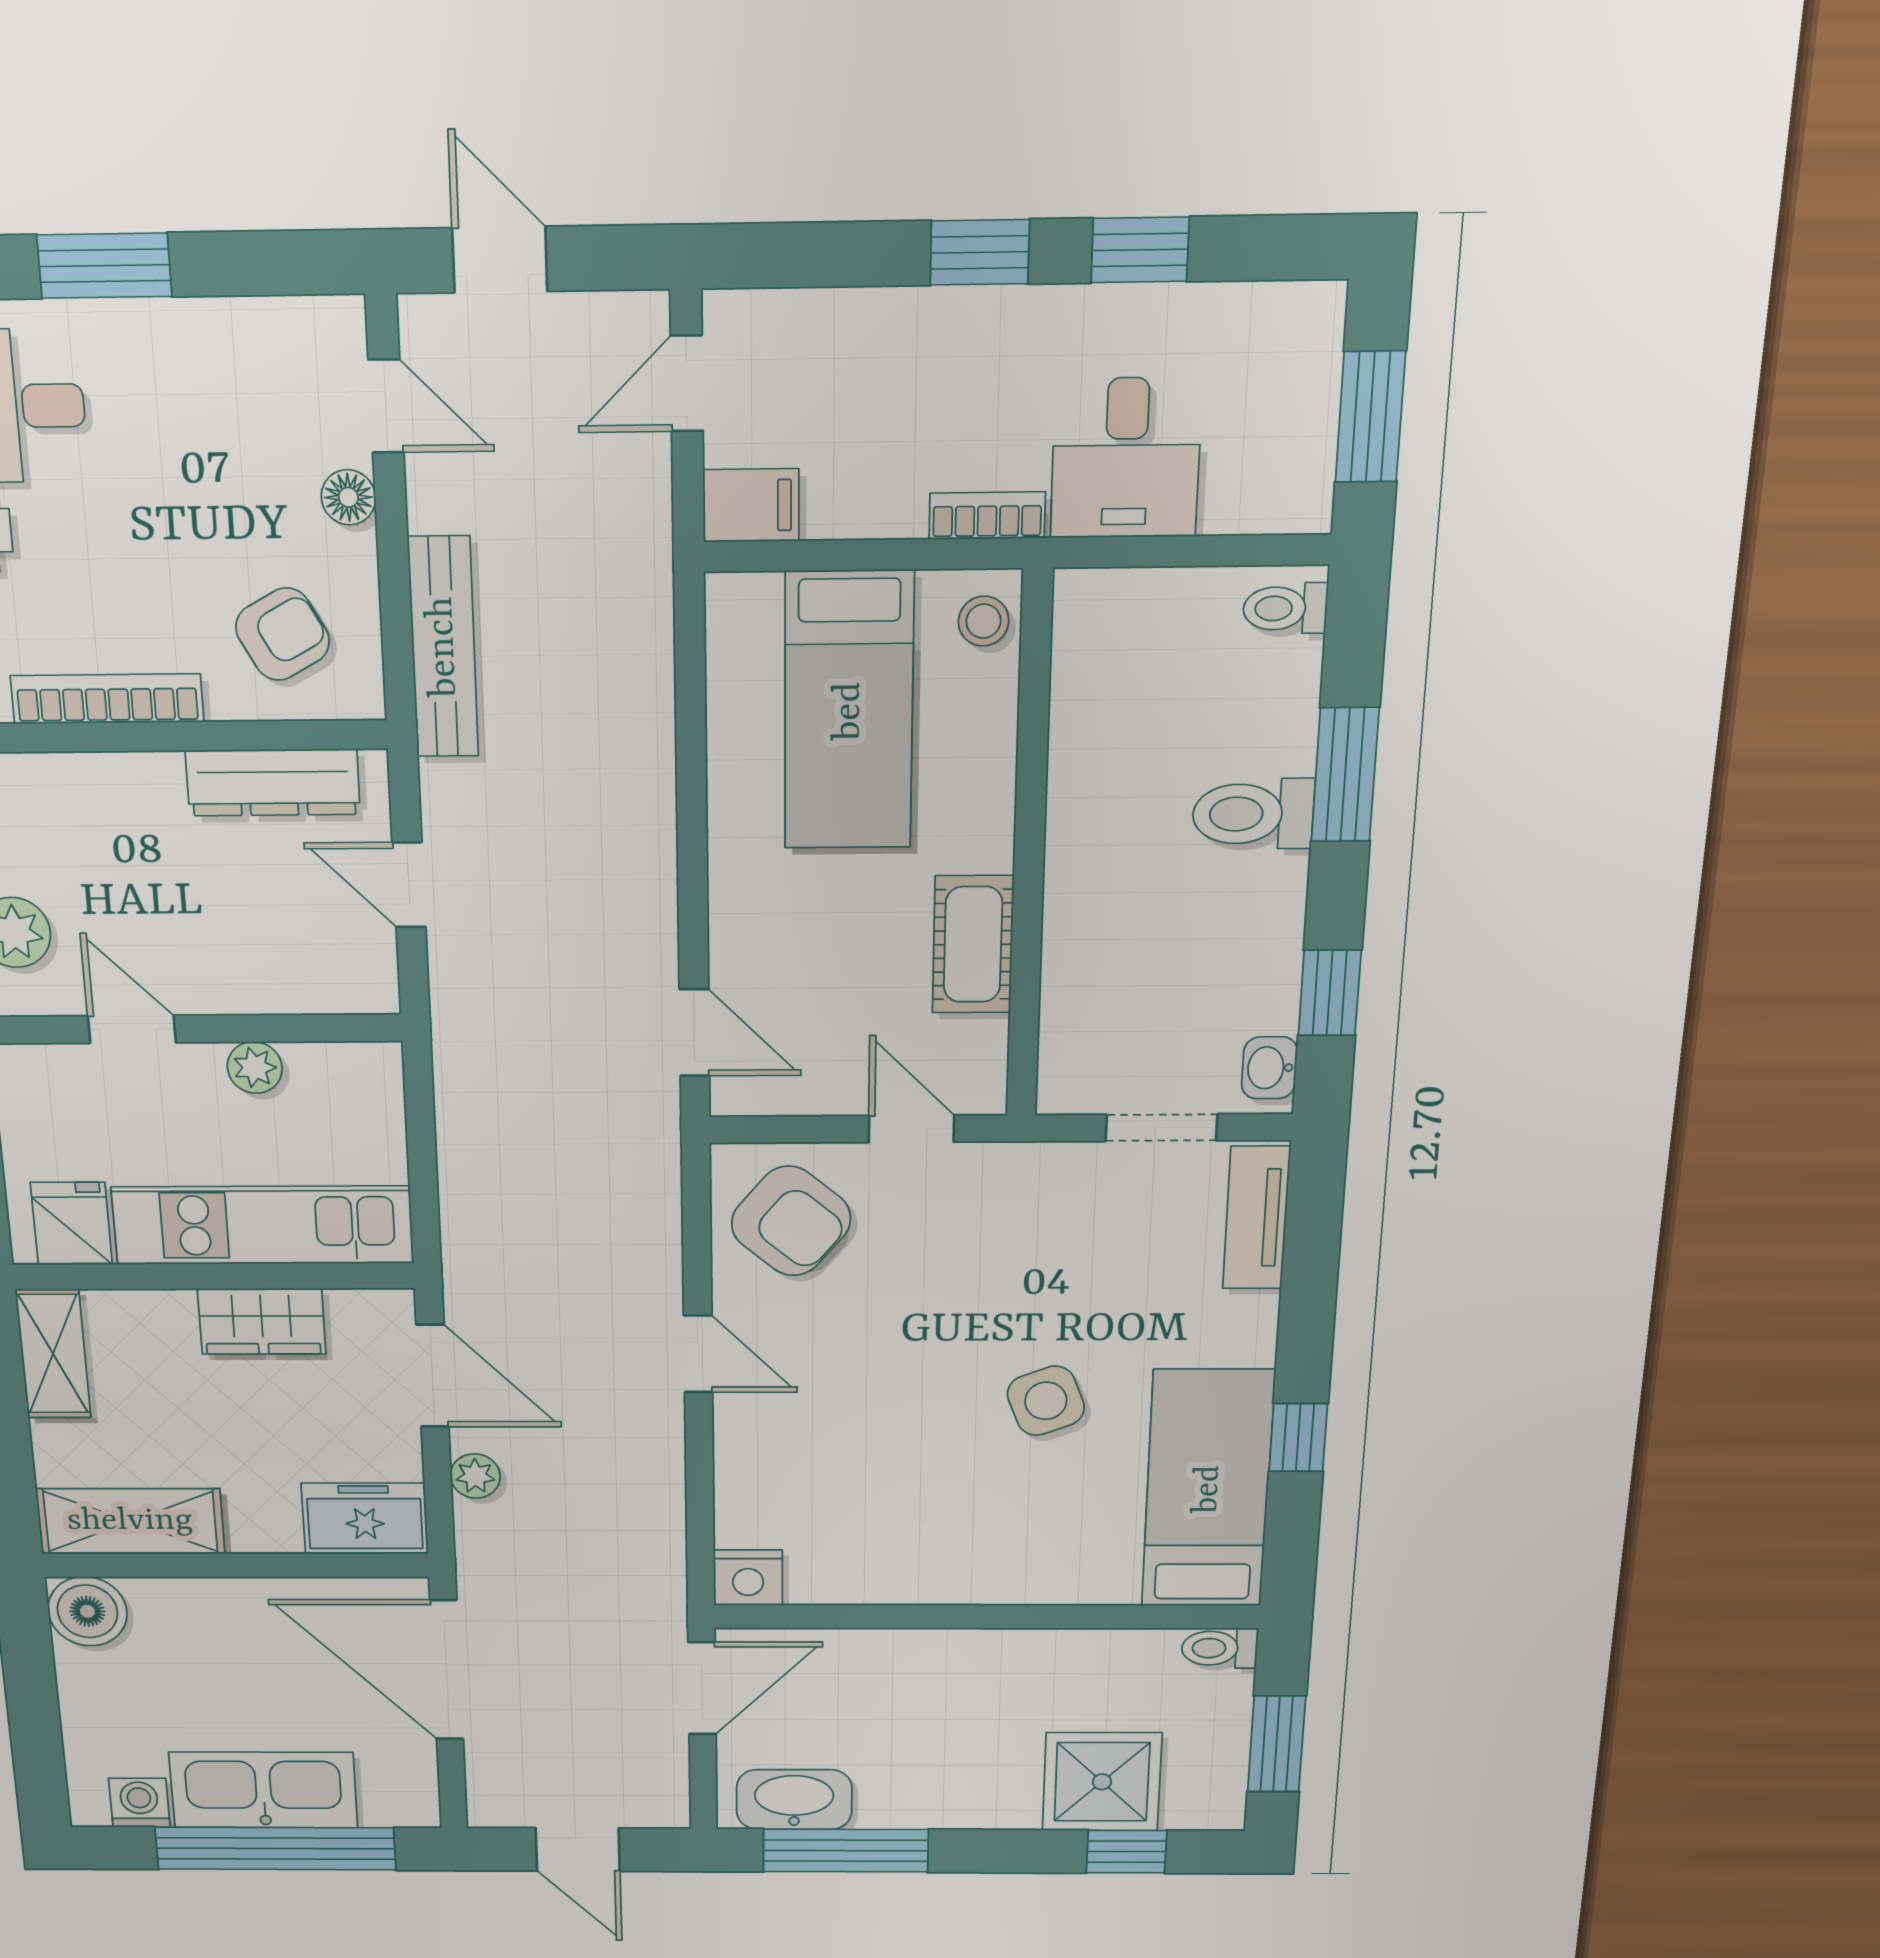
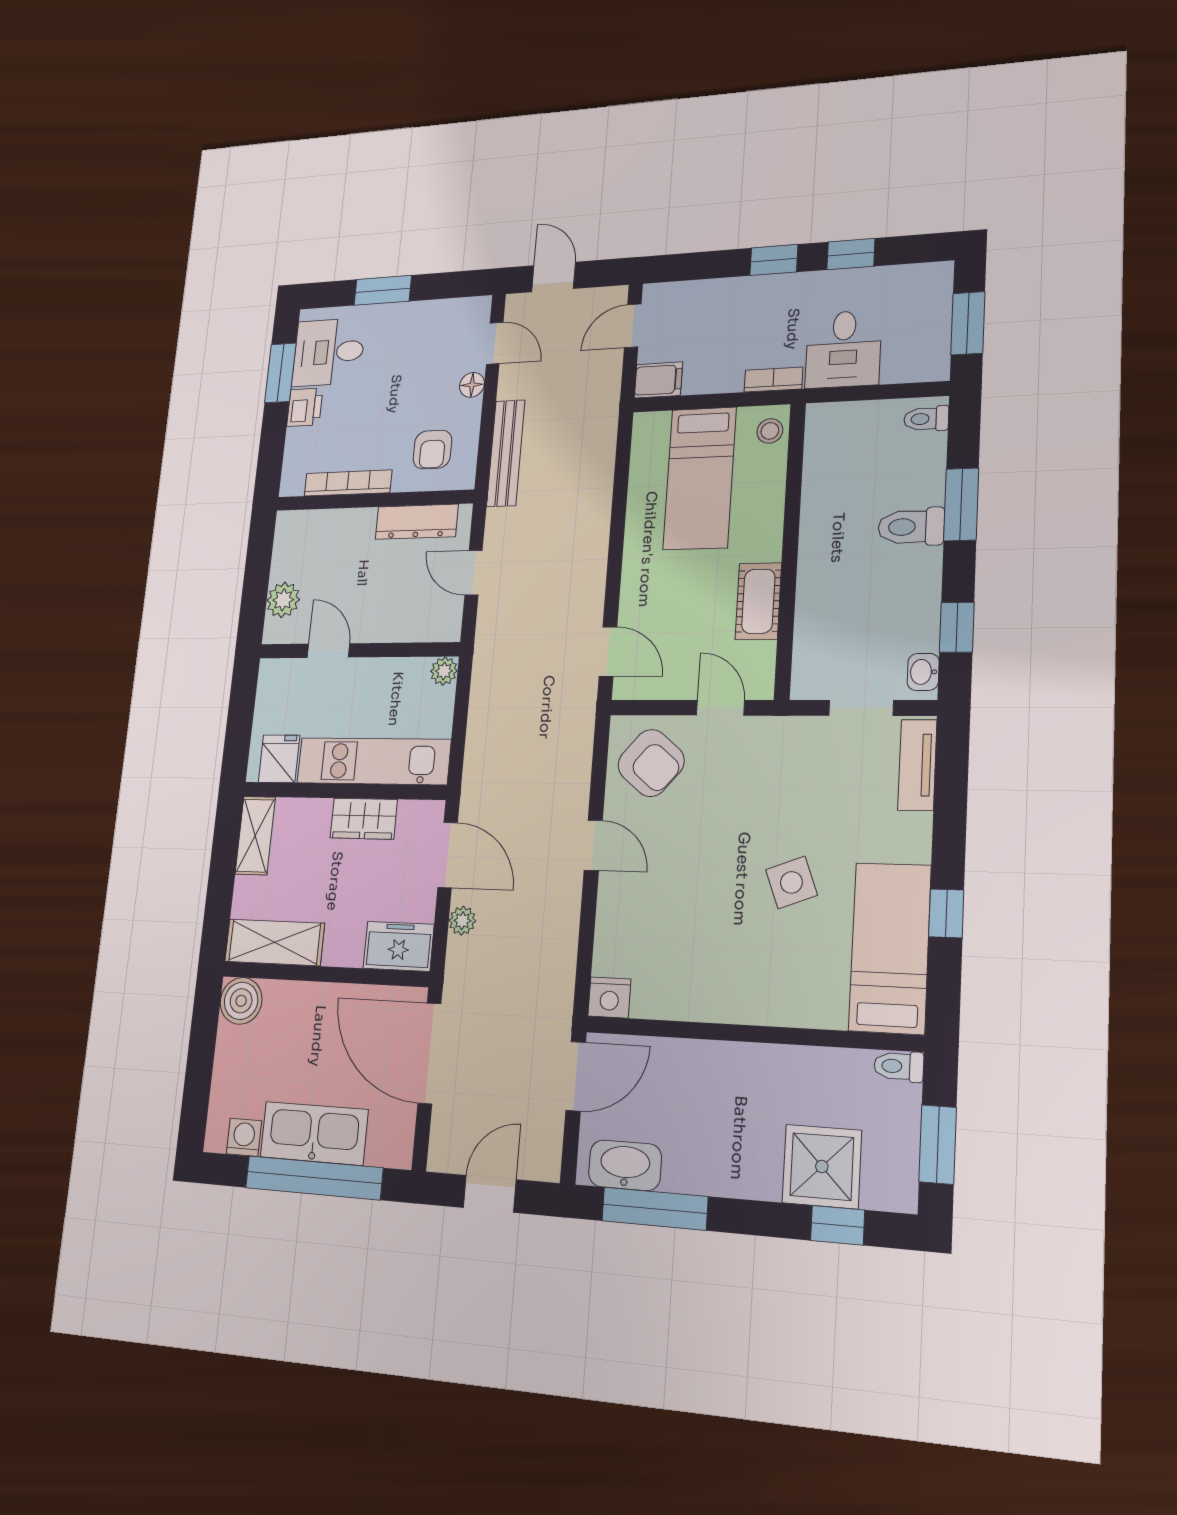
armchair: (282, 634) -> (432, 450), turned 119
plant: (255, 1068) -> (444, 671), moved
door: (578, 1850) -> (490, 1194), swing flipped

